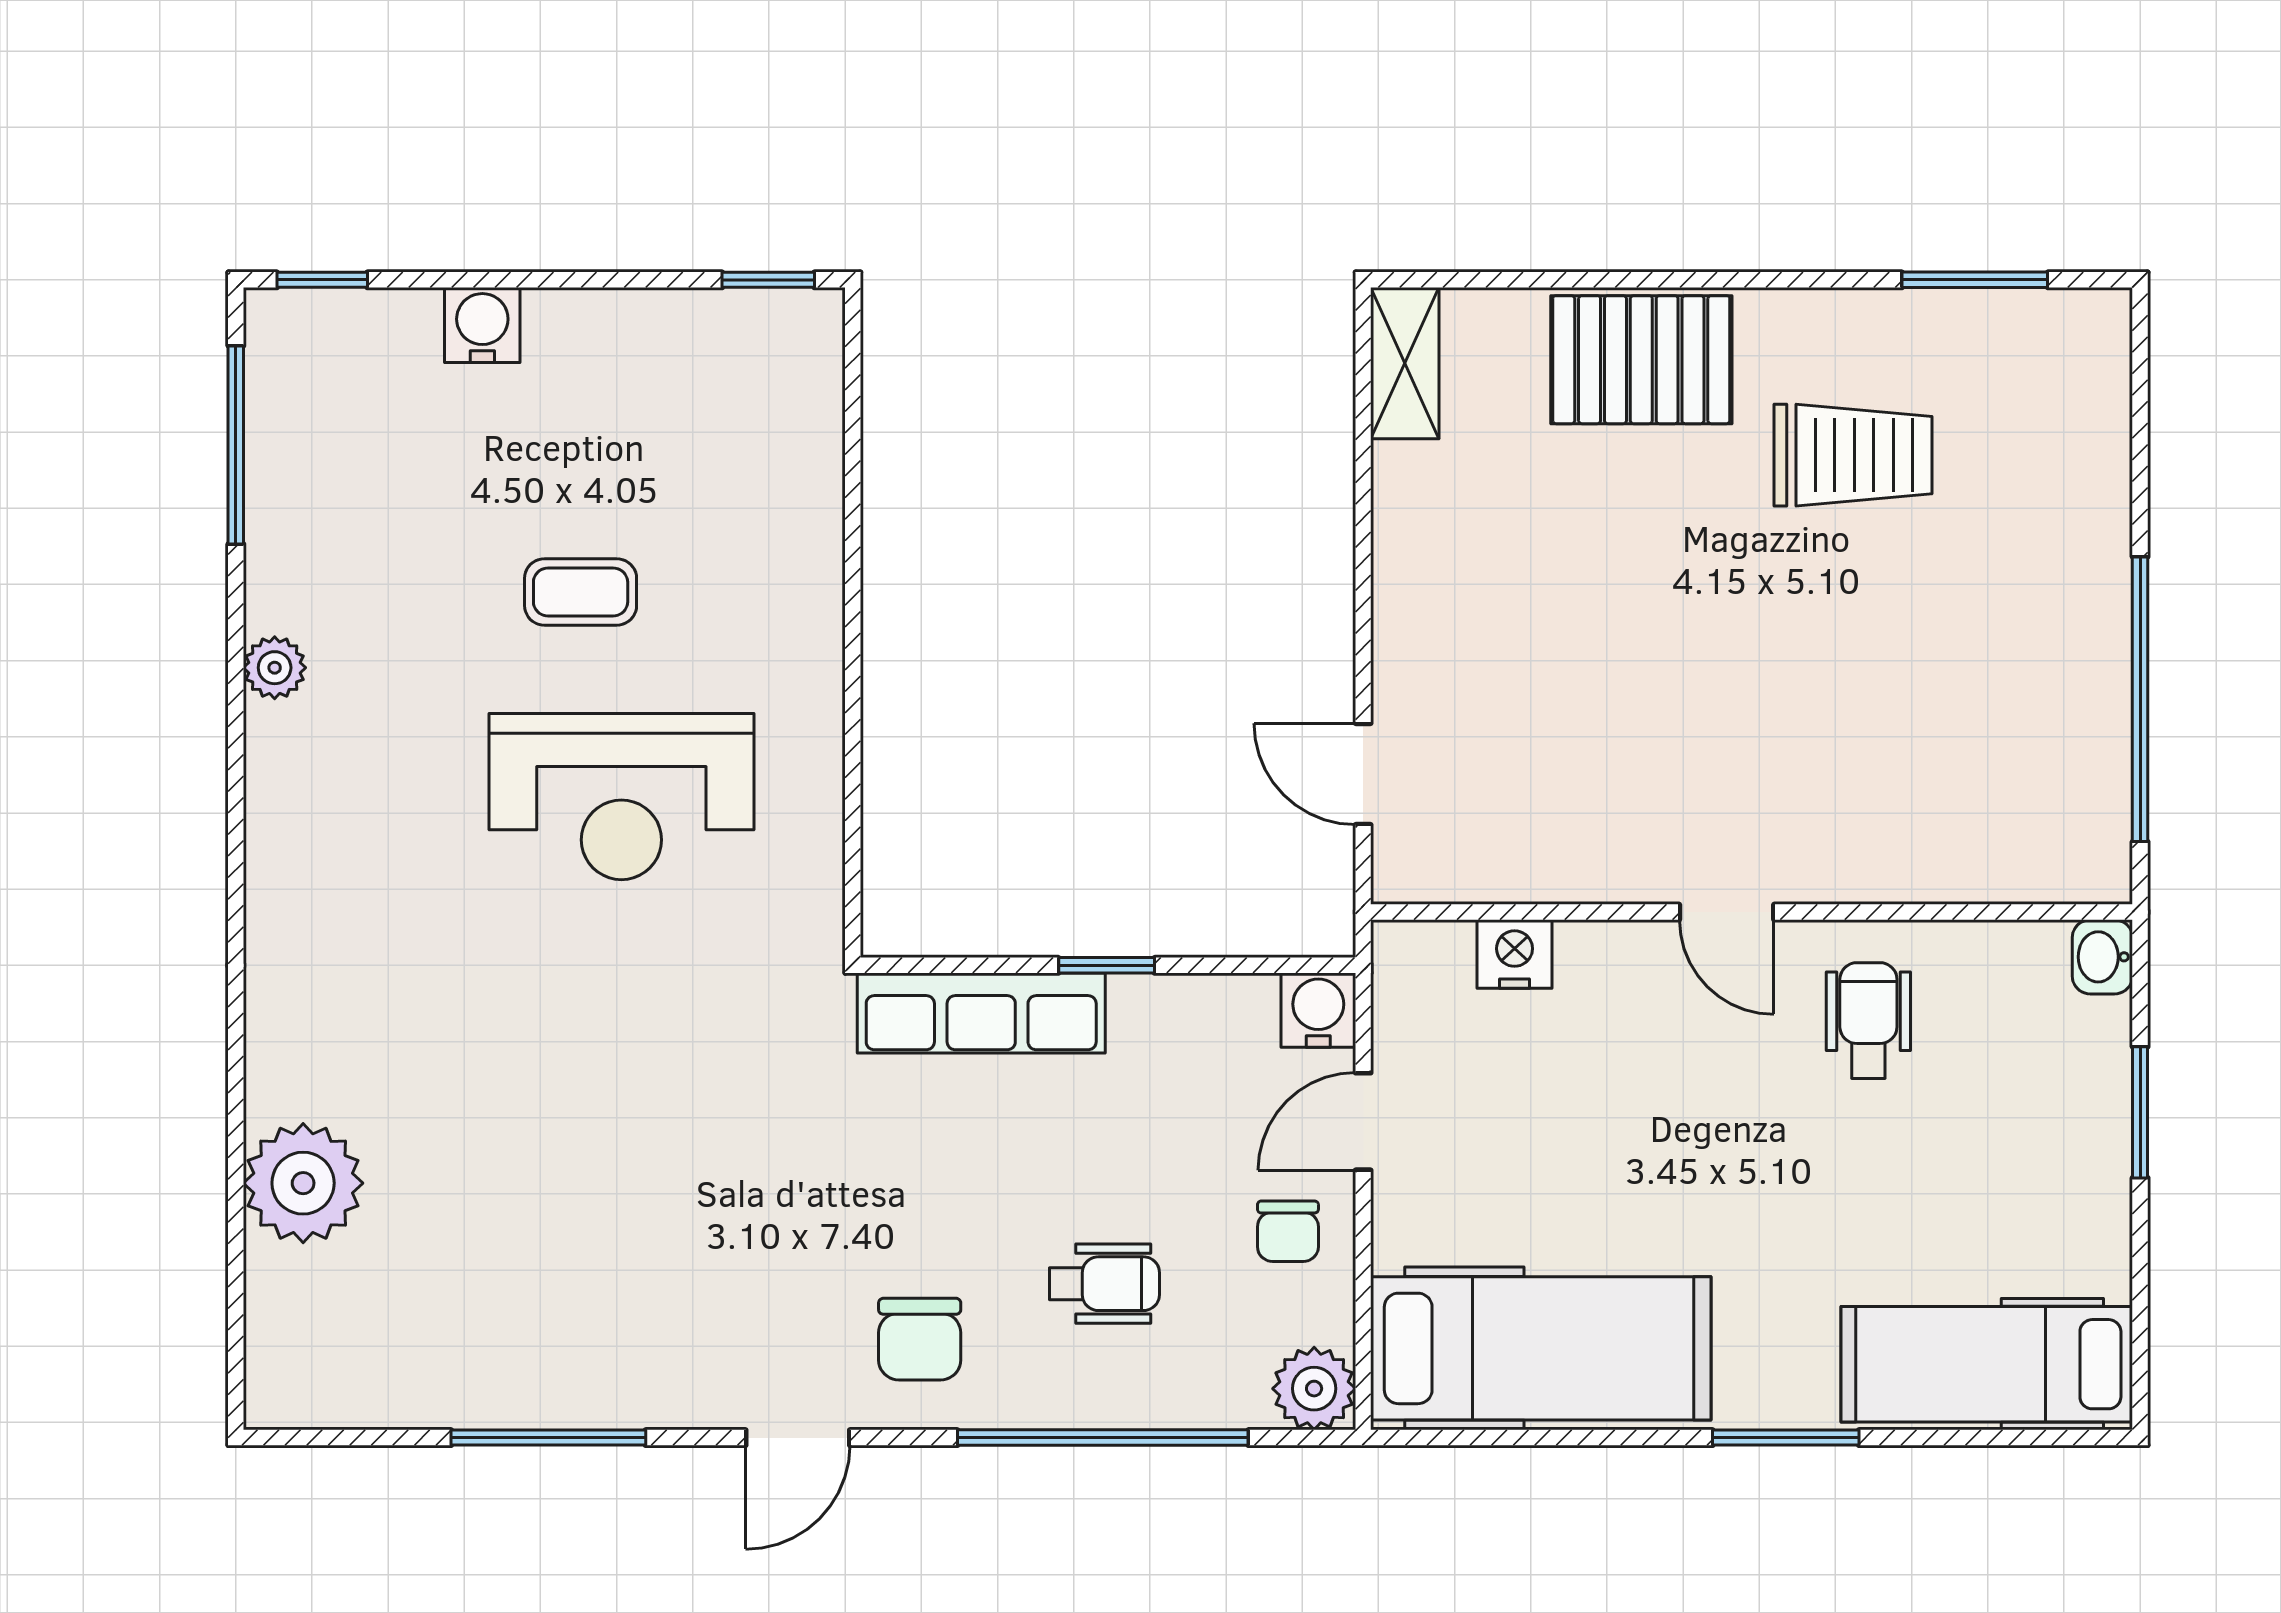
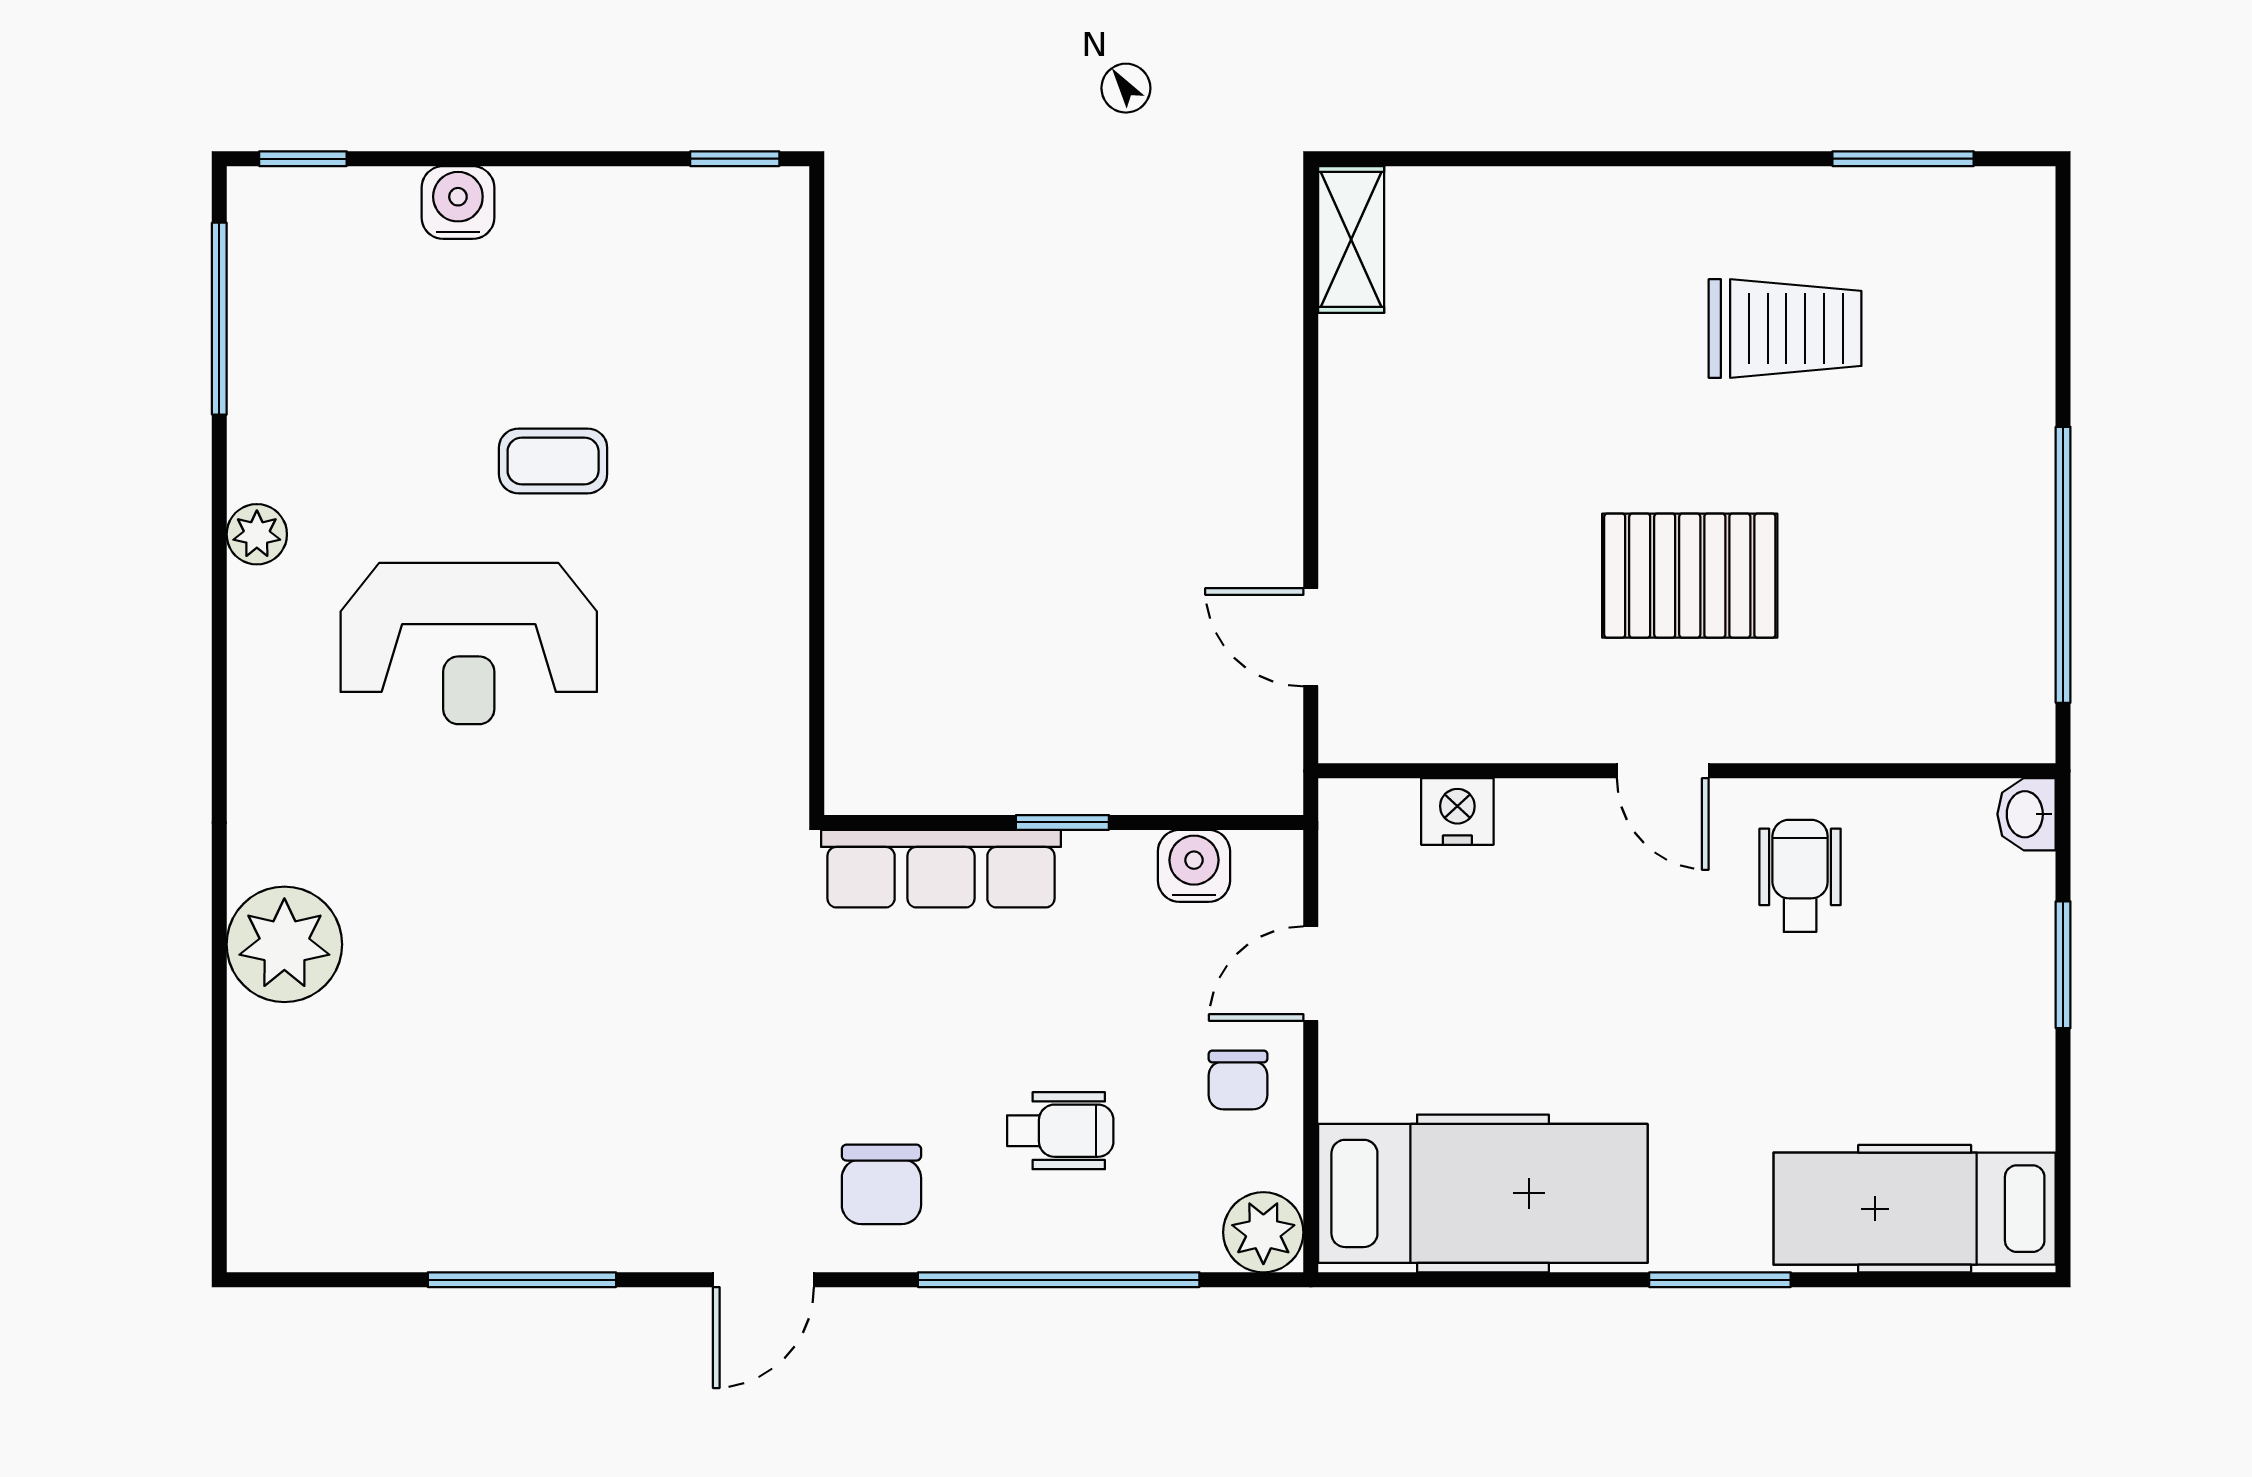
pallet: (1641, 360) -> (1690, 576), moved
reception desk: (621, 797) -> (469, 644), moved
water cooler: (1318, 1010) -> (1194, 866), moved
plant: (303, 1183) -> (284, 944), moved

